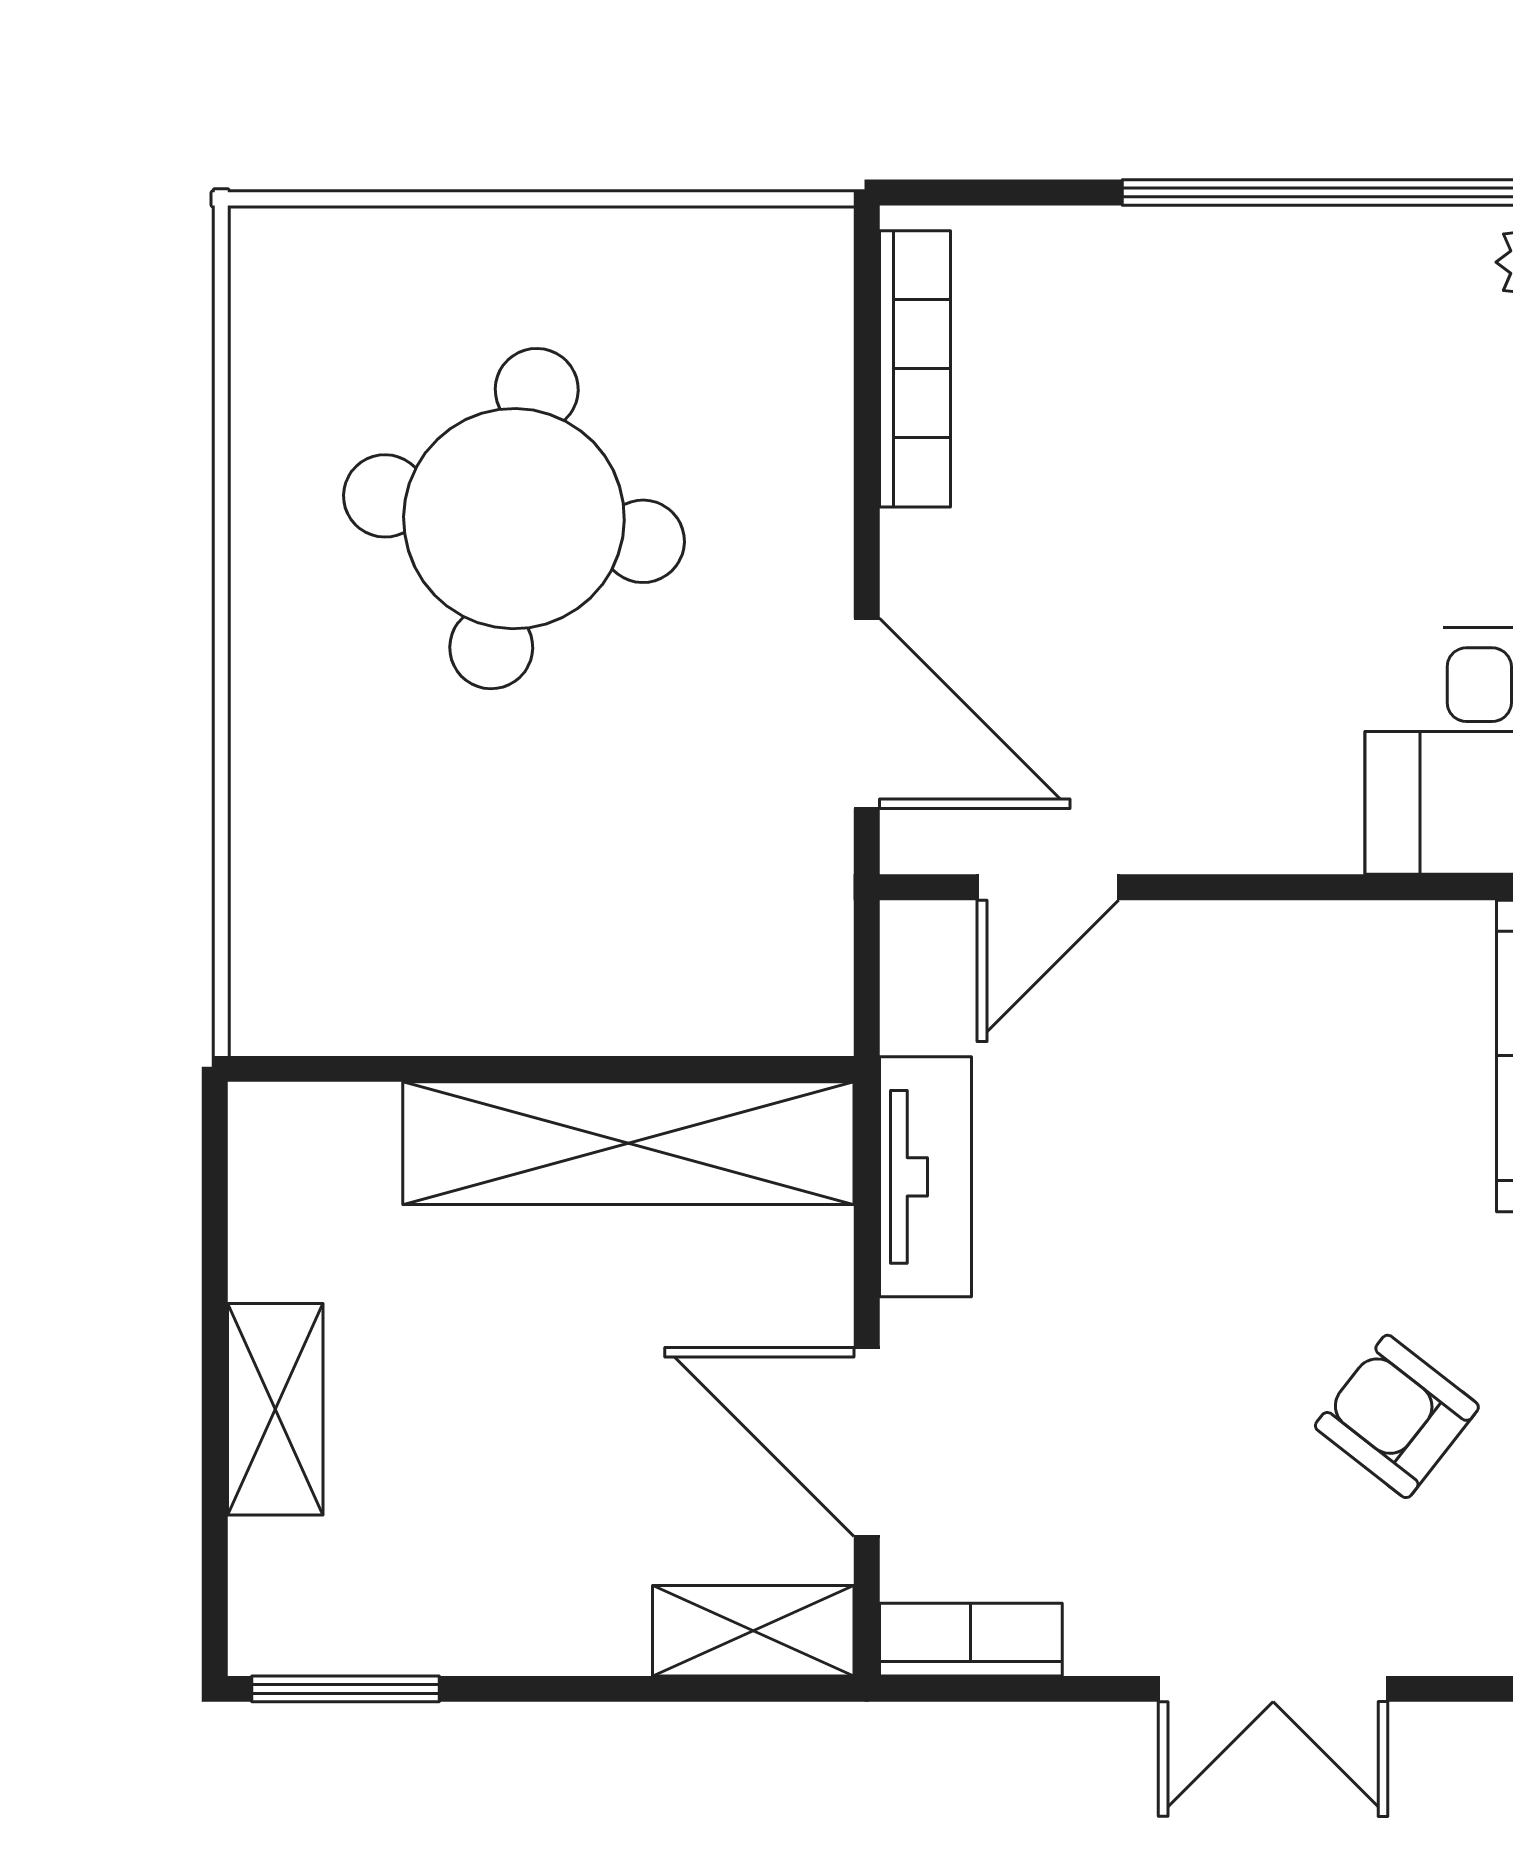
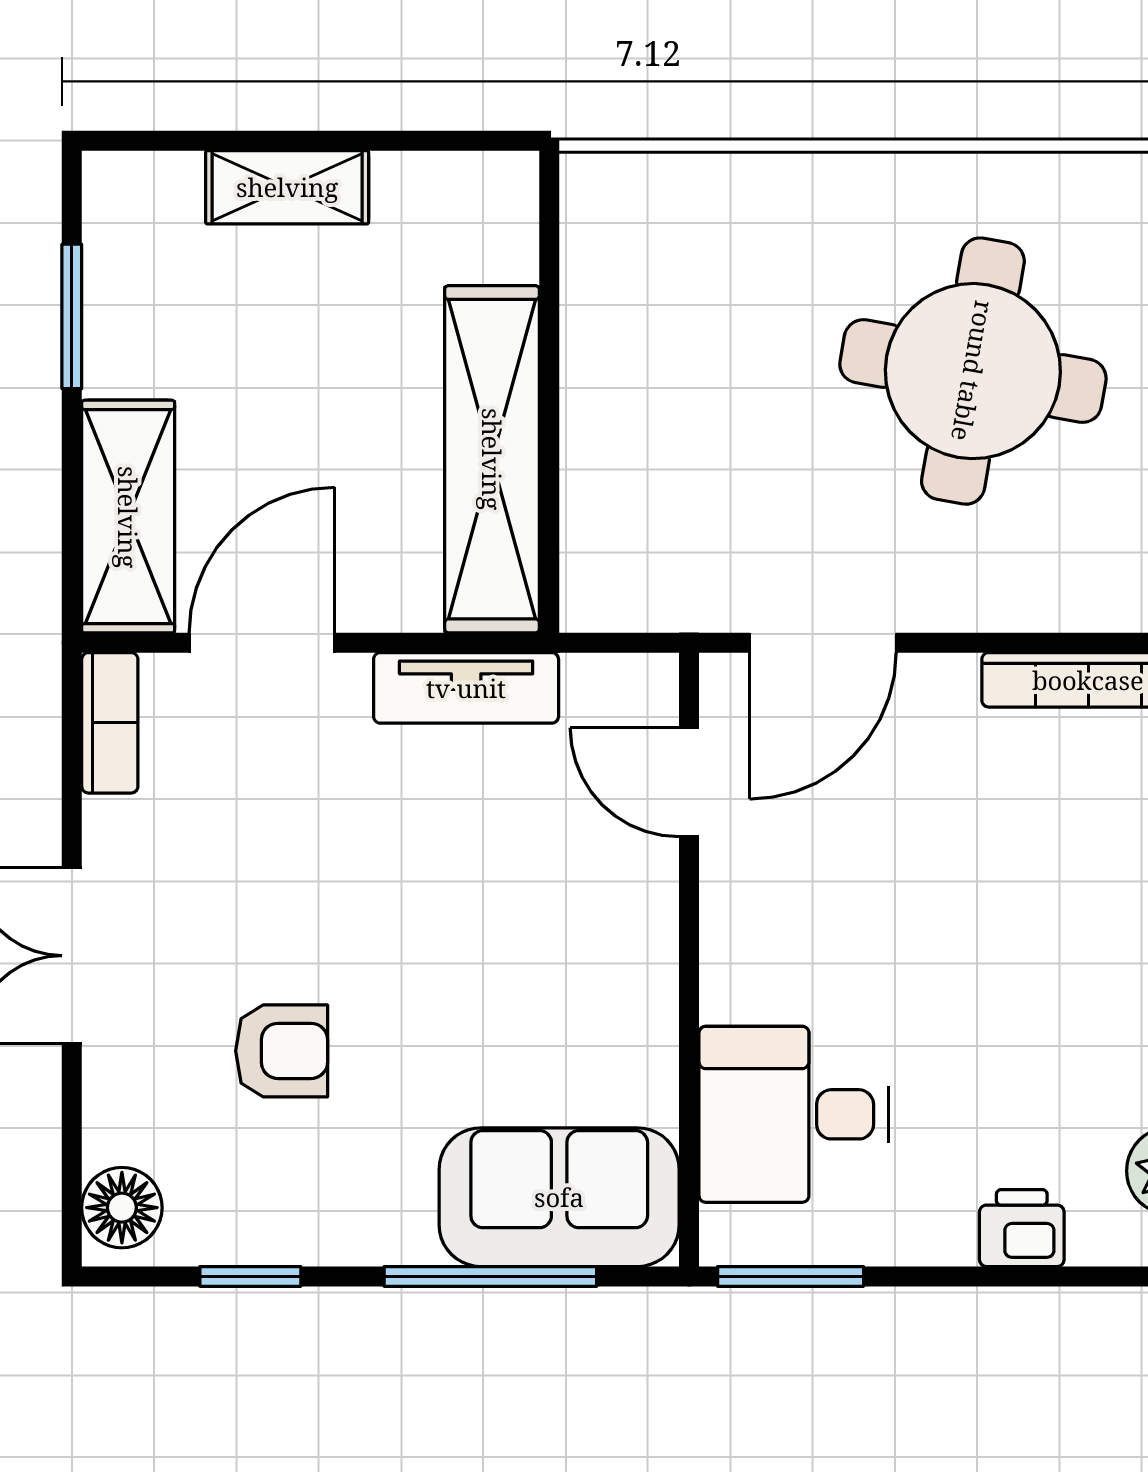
armchair: (1397, 1416) -> (282, 1051), turned 52
shelving: (753, 1631) -> (128, 517), width x1.50, depth x1.33
window: (346, 1689) -> (72, 316), moved

